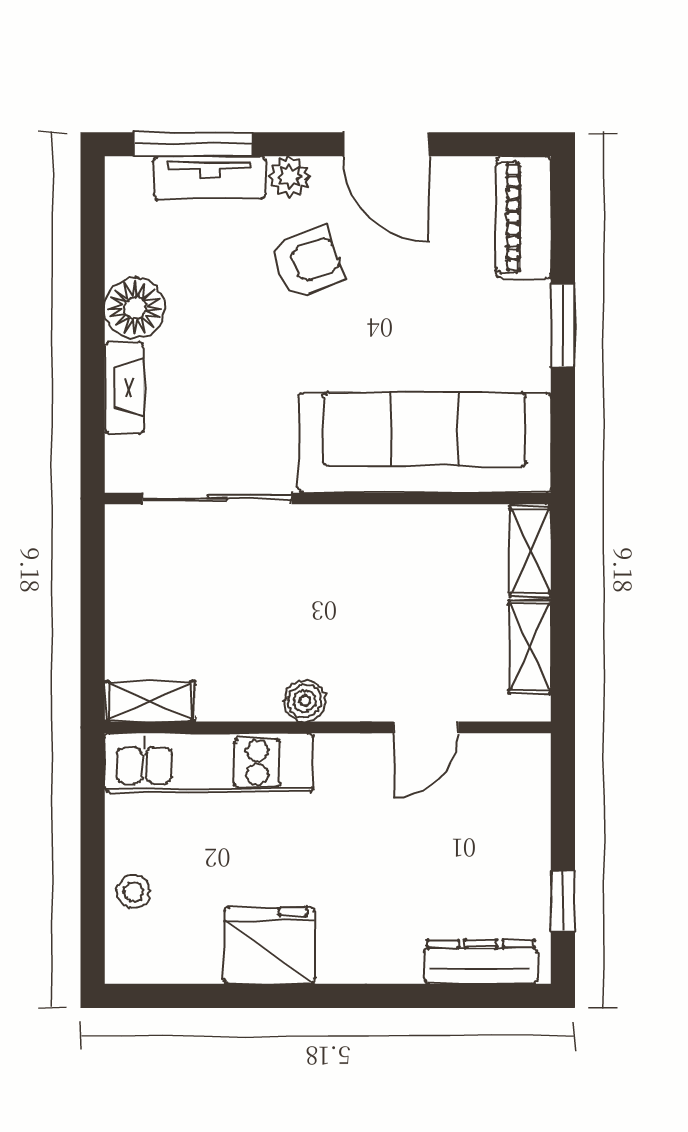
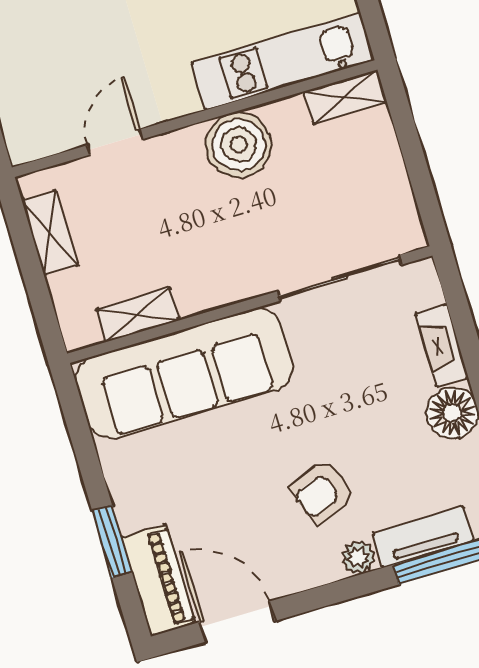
door: (386, 144) -> (237, 622), moved
window: (563, 326) -> (112, 541), moved
shelving: (530, 551) -> (138, 314), moved, turned 90
boiler: (305, 701) -> (239, 145), width x1.86, depth x1.86

